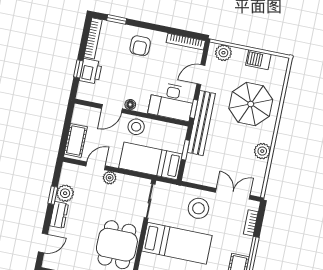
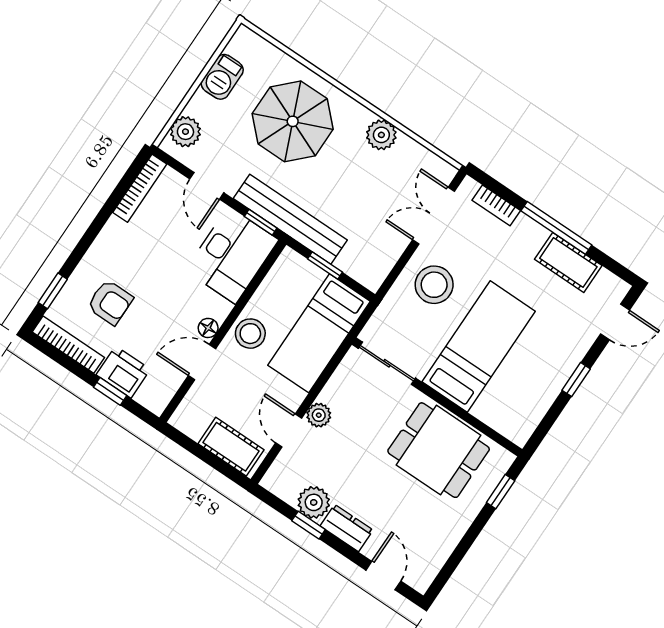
armchair: (140, 46) -> (110, 302), moved
door: (112, 109) -> (202, 362), swing flipped

